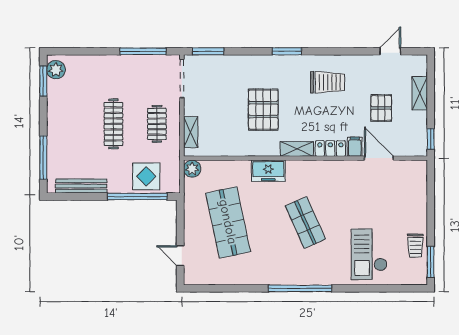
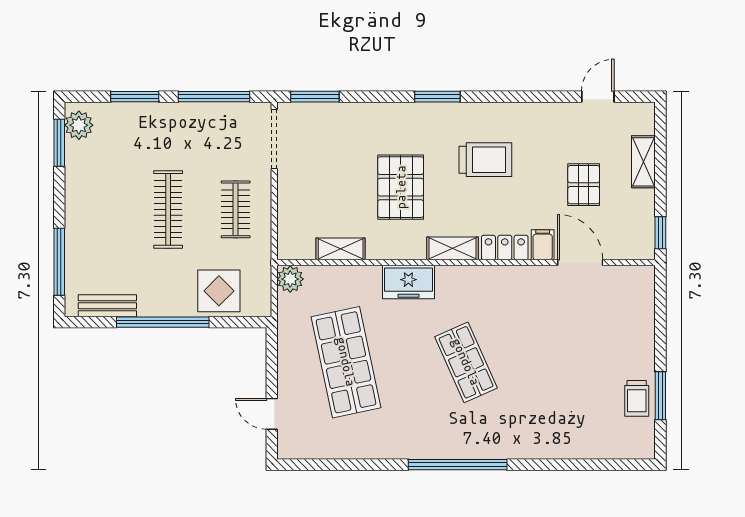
window: (92, 51) -> (135, 97), added
trolley: (328, 82) -> (485, 160), moved
shelving: (191, 132) -> (341, 249), moved, turned 90
bench: (81, 186) -> (107, 306), width x0.73
window: (137, 197) -> (163, 322), moved
checkout: (369, 254) -> (565, 412), removed
window: (431, 262) -> (660, 396), moved

